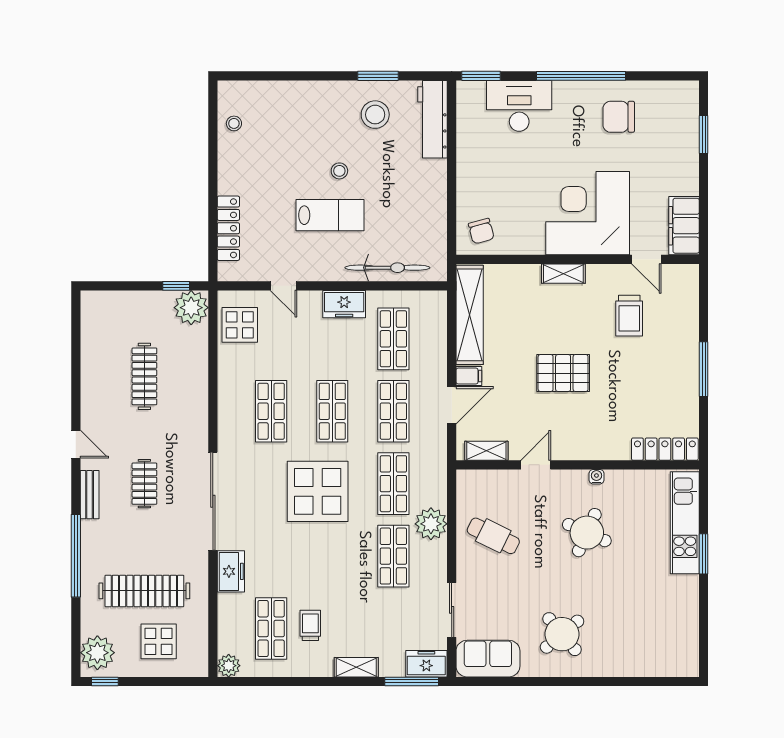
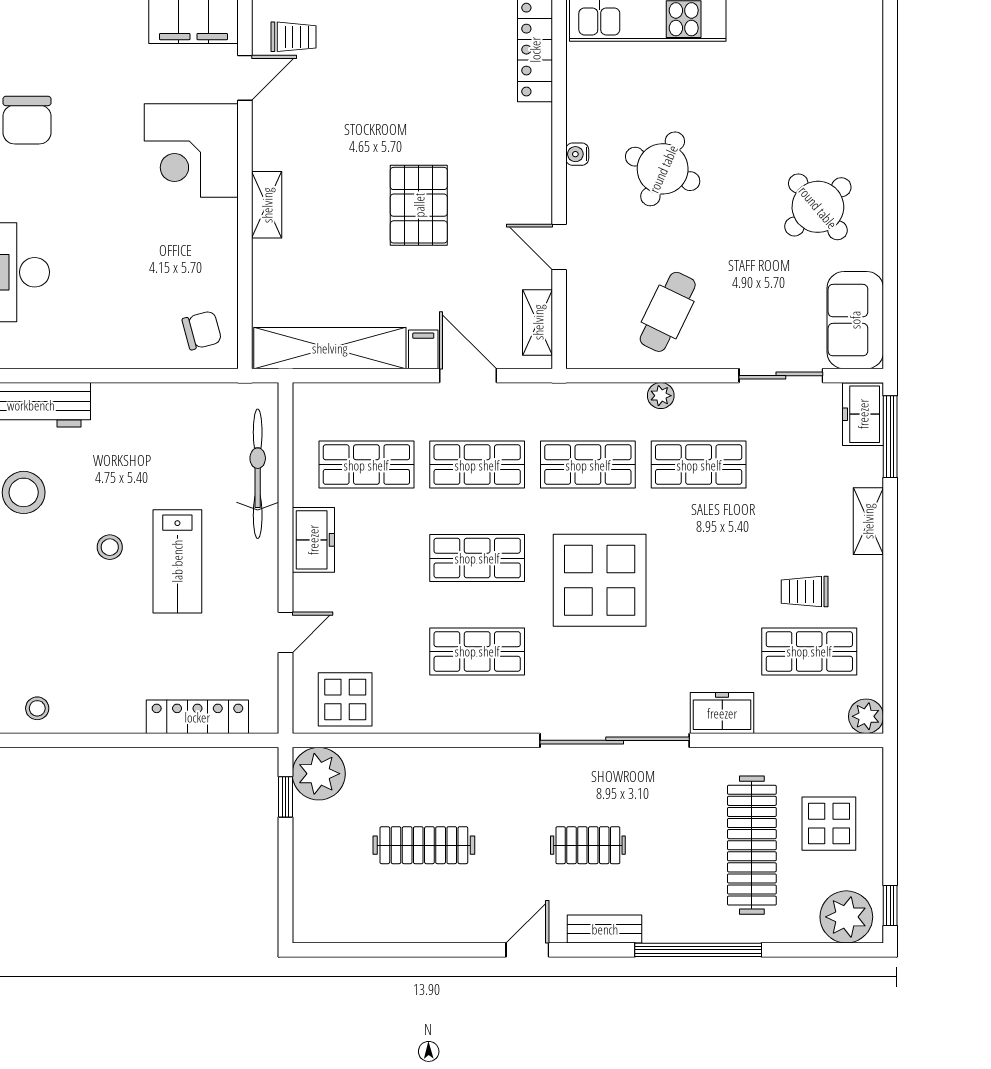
corner desk: (588, 213) -> (191, 151), width x0.74, depth x0.74
lab bench: (330, 215) -> (177, 561), turned 180
trolley: (629, 316) -> (293, 37), moved, width x0.73, depth x0.72
plant: (431, 524) -> (661, 396), width x0.53, depth x0.53

